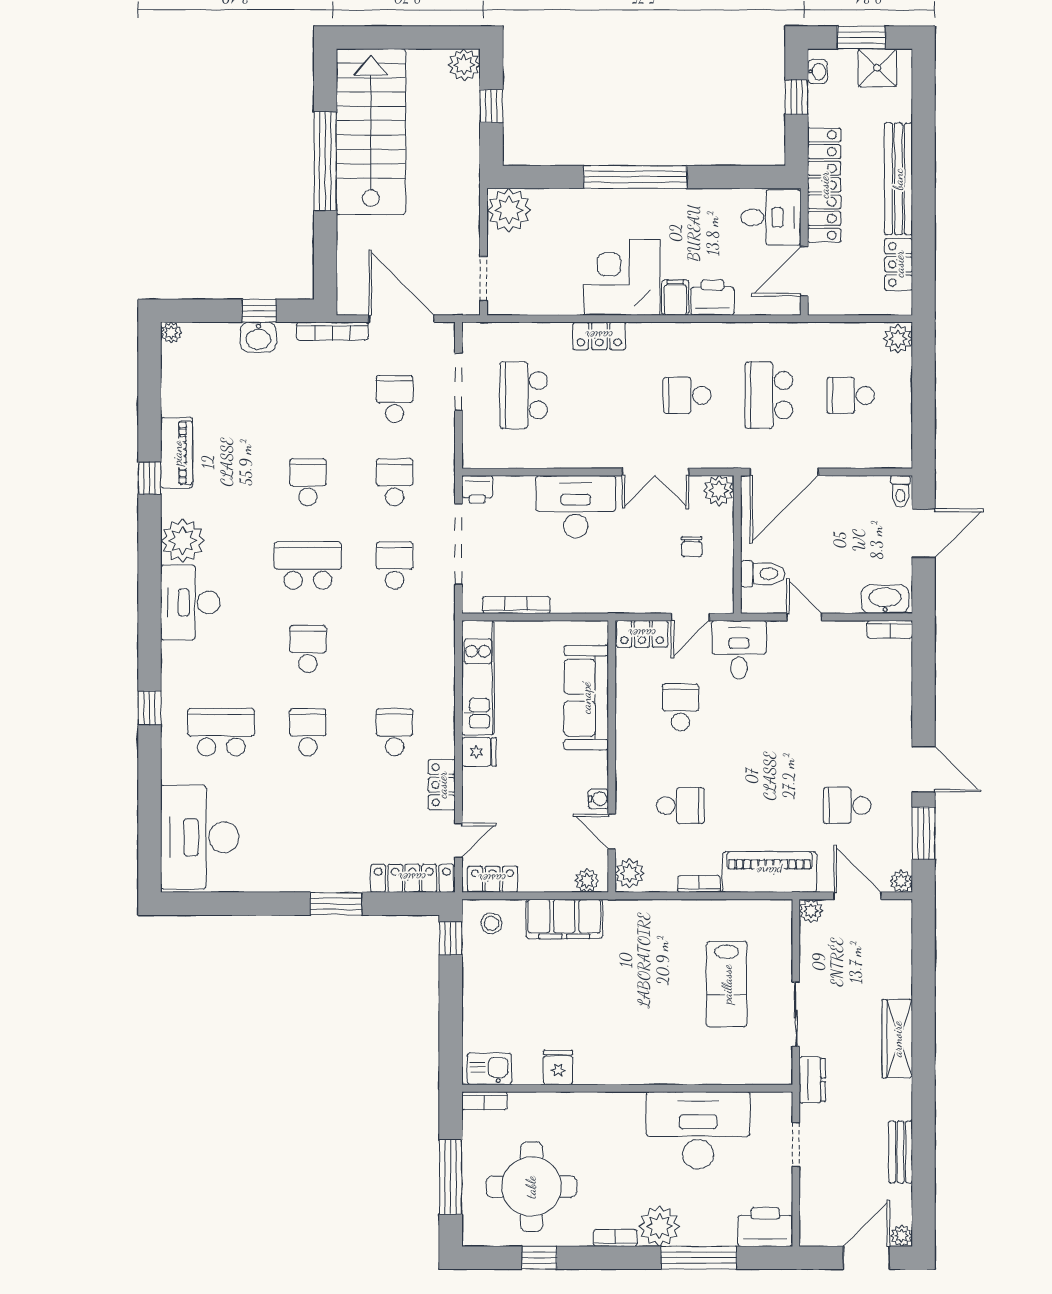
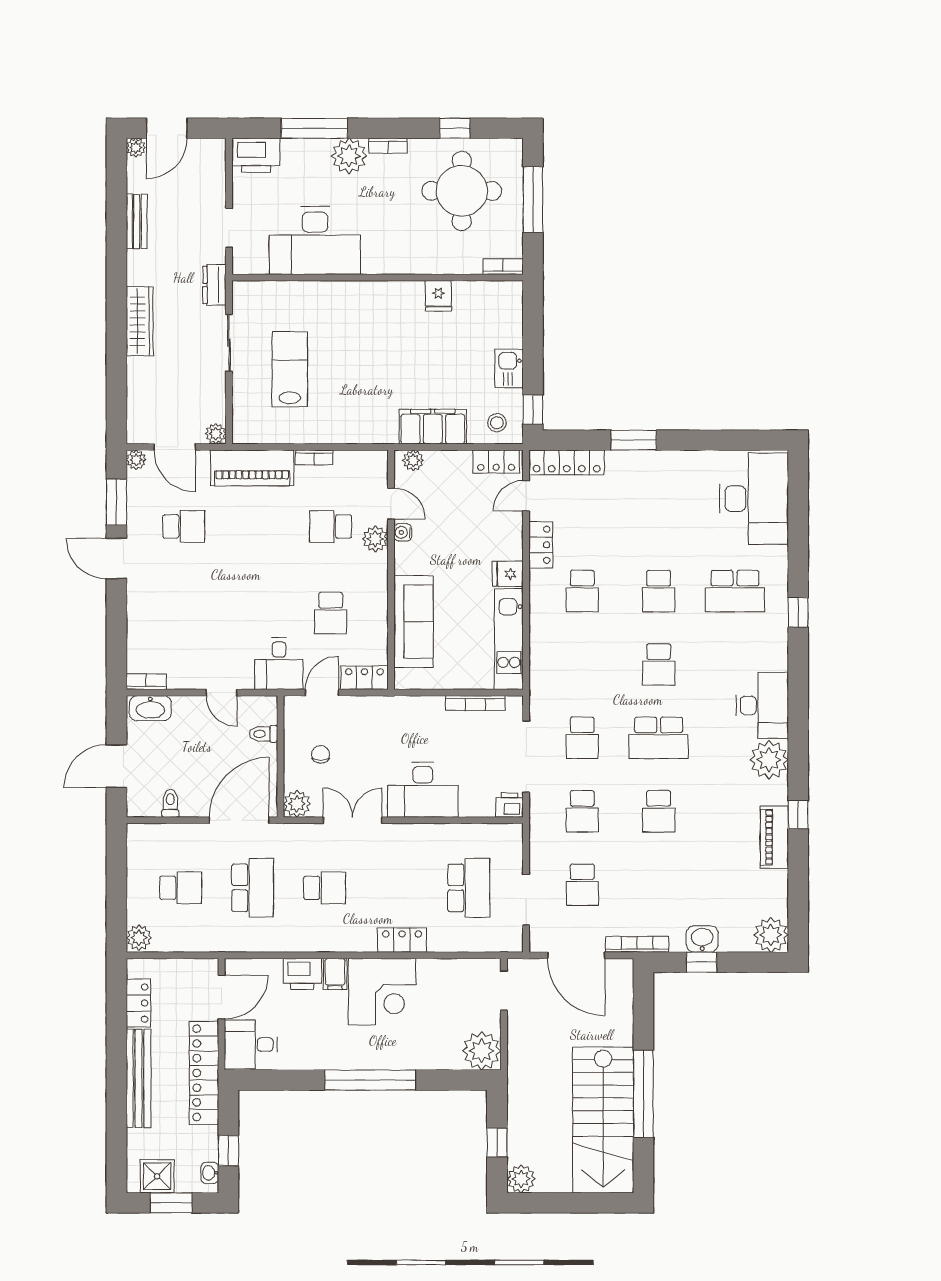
plant: (171, 333) -> (771, 935), width x1.88, depth x1.88
toilet: (900, 491) -> (170, 803), moved
toilet: (763, 574) -> (263, 734), width x0.73, depth x0.72
plant: (630, 873) -> (375, 539), moved
kitchen sink: (489, 1069) -> (509, 368), moved, turned 90

